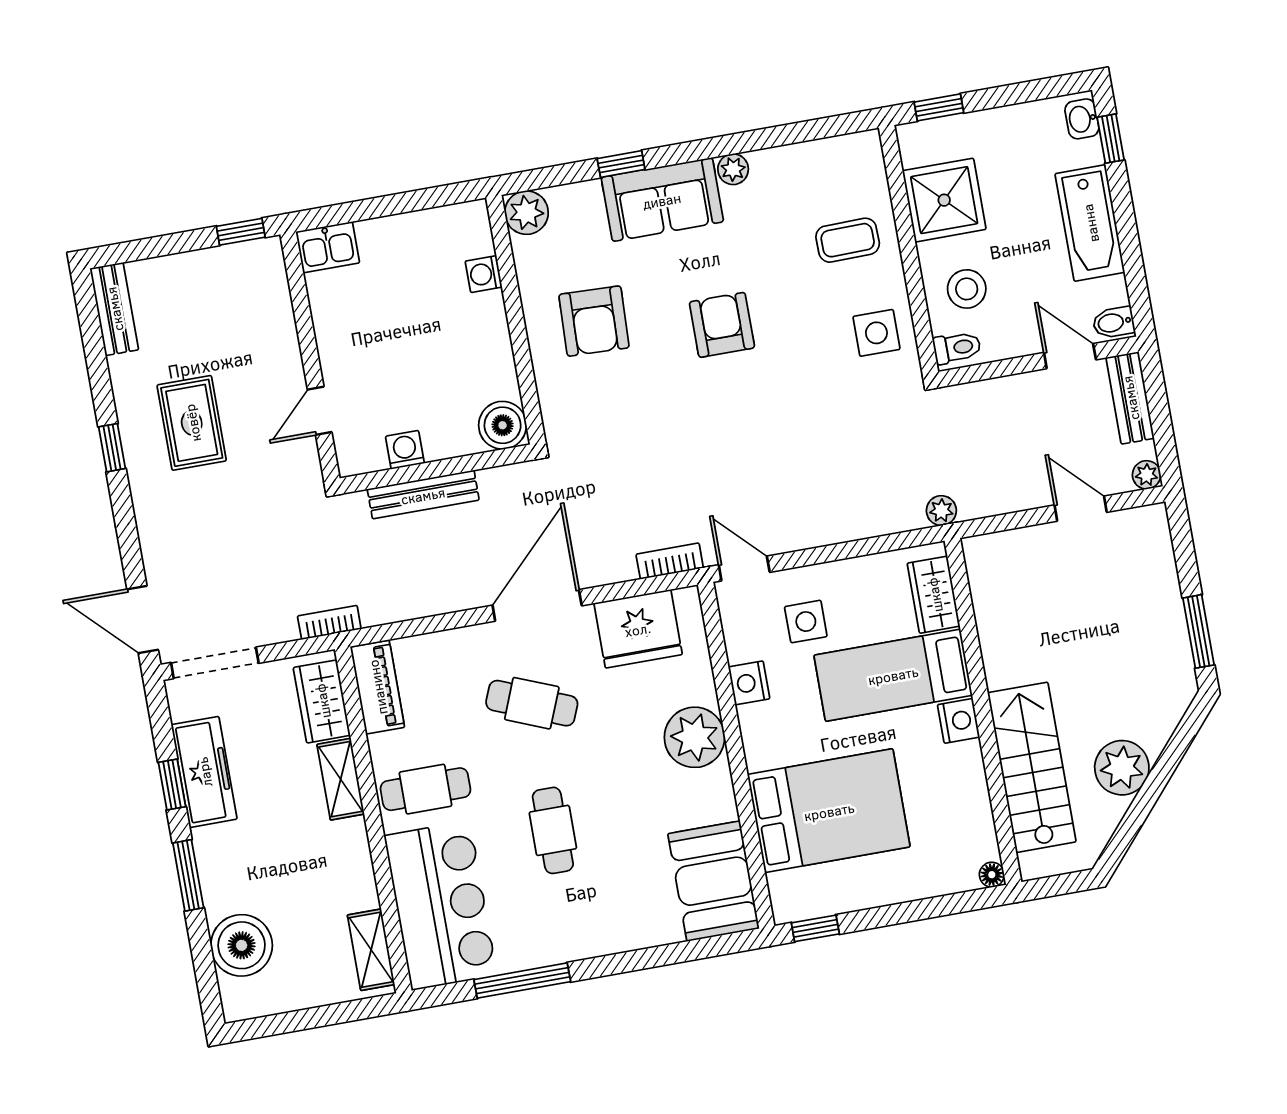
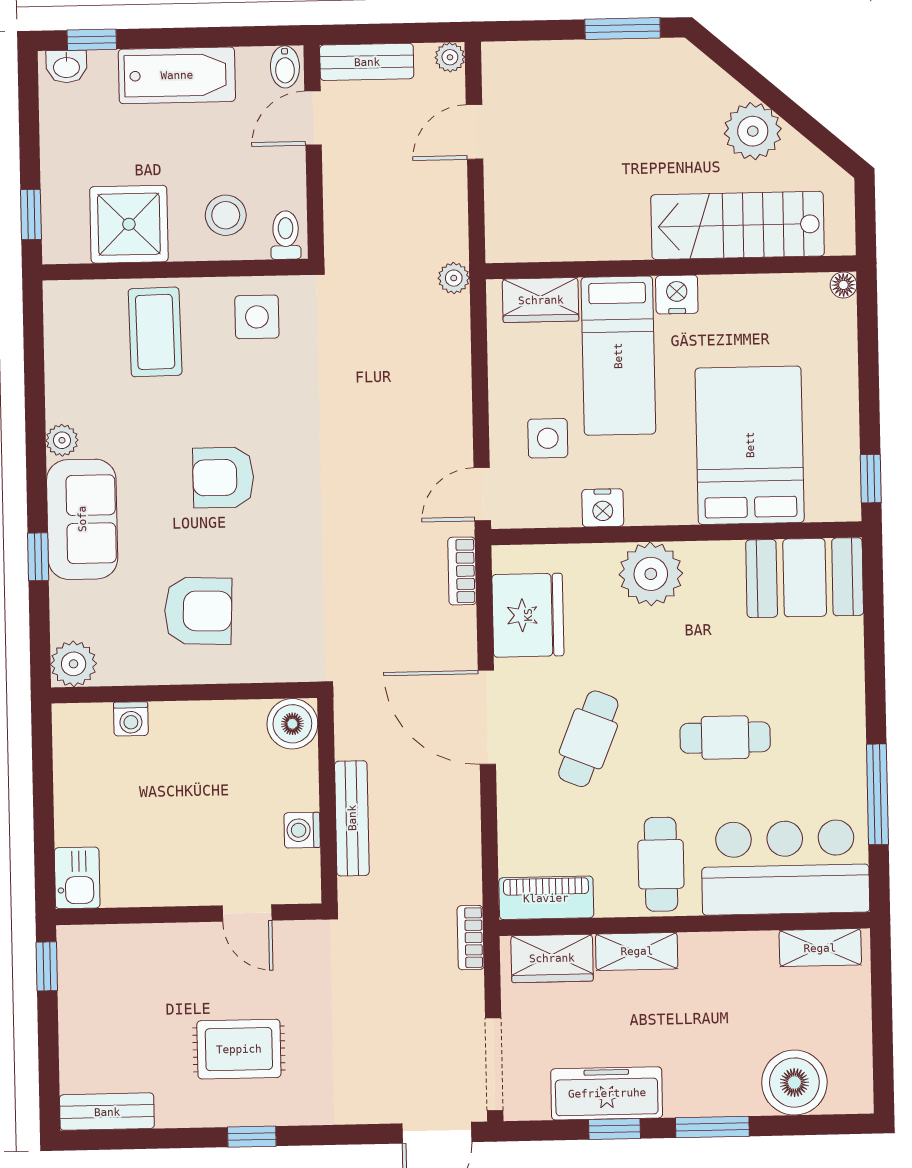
coffee table: (848, 240) -> (155, 332), width x1.36, depth x1.30

